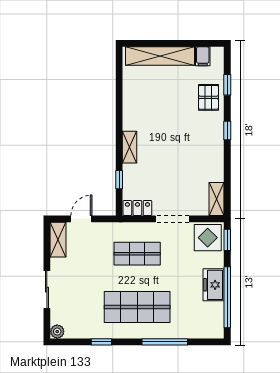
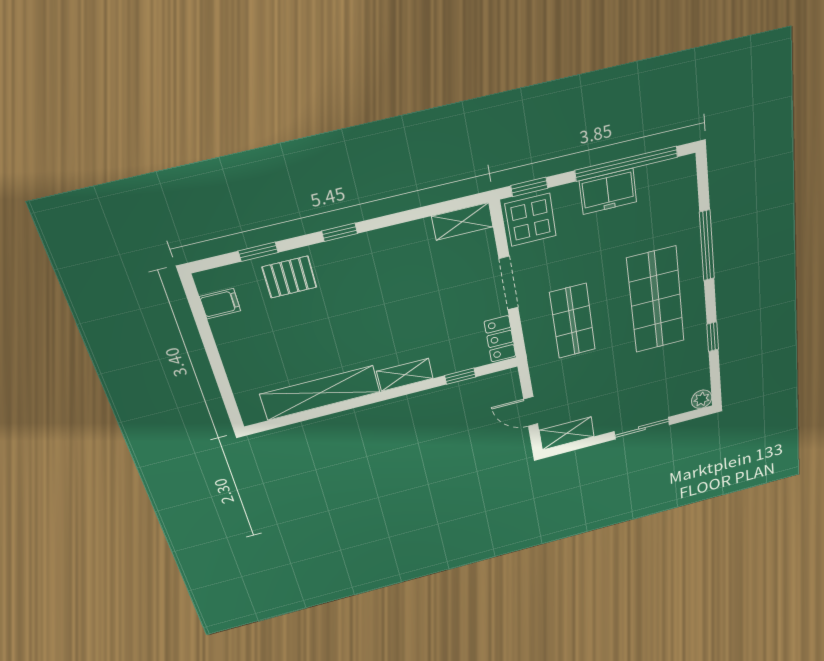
shelving: (160, 56) -> (320, 393), moved, turned 90

